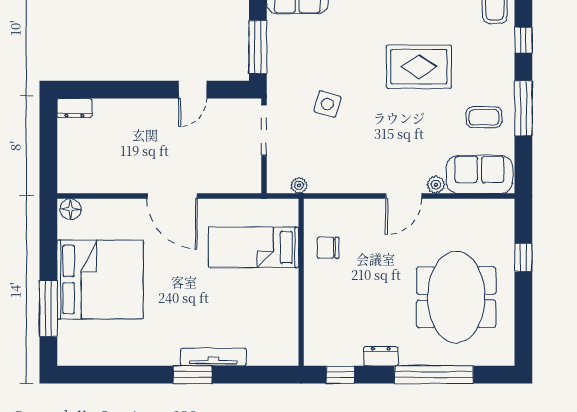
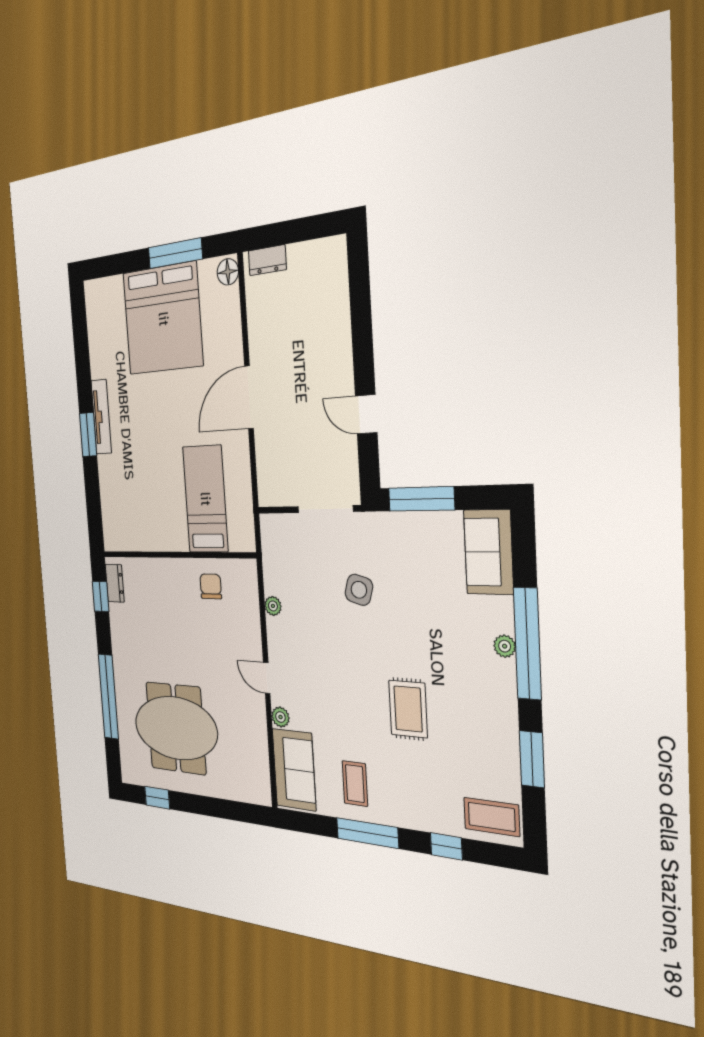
rug: (419, 67) -> (408, 709), width x0.73, depth x0.70
dresser: (74, 108) -> (267, 260), moved, turned -90
plant: (299, 185) -> (273, 606), moved
door: (404, 196) -> (267, 678), width x0.73
window: (523, 257) -> (157, 798), moved
window: (48, 308) -> (175, 253), moved
dresser: (381, 356) -> (115, 583), moved
tv unit: (213, 357) -> (101, 417), moved

